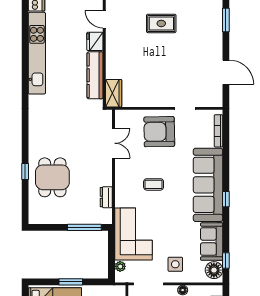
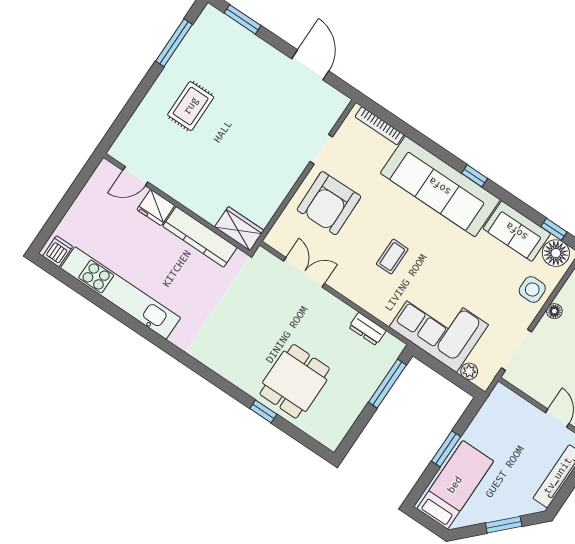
door: (226, 72) -> (310, 65), hinge flipped
dining table: (52, 177) -> (295, 381), turned 90
side table: (175, 264) -> (532, 290), moved

